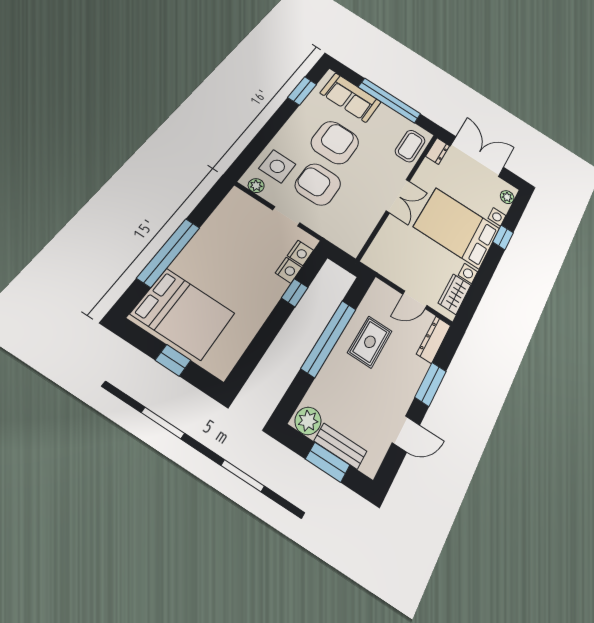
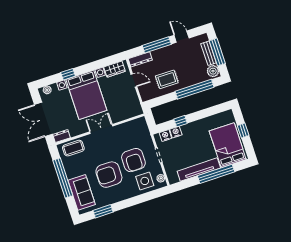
tv unit: (205, 239) -> (199, 170), added
window: (329, 338) -> (195, 89), moved
window: (431, 384) -> (157, 45), width x1.44
window: (328, 462) -> (217, 52), width x1.44

